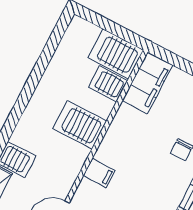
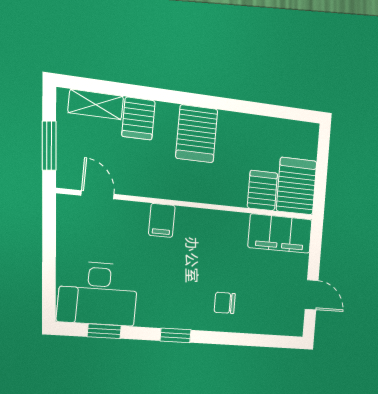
server rack: (80, 125) -> (197, 134), moved, turned 180

